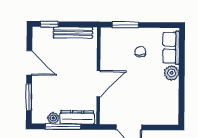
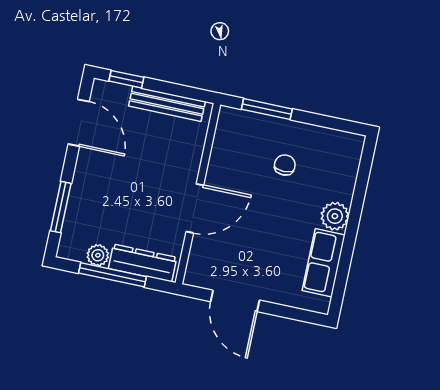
row of seats: (171, 48) -> (324, 263), moved
door: (29, 63) -> (79, 123), moved

